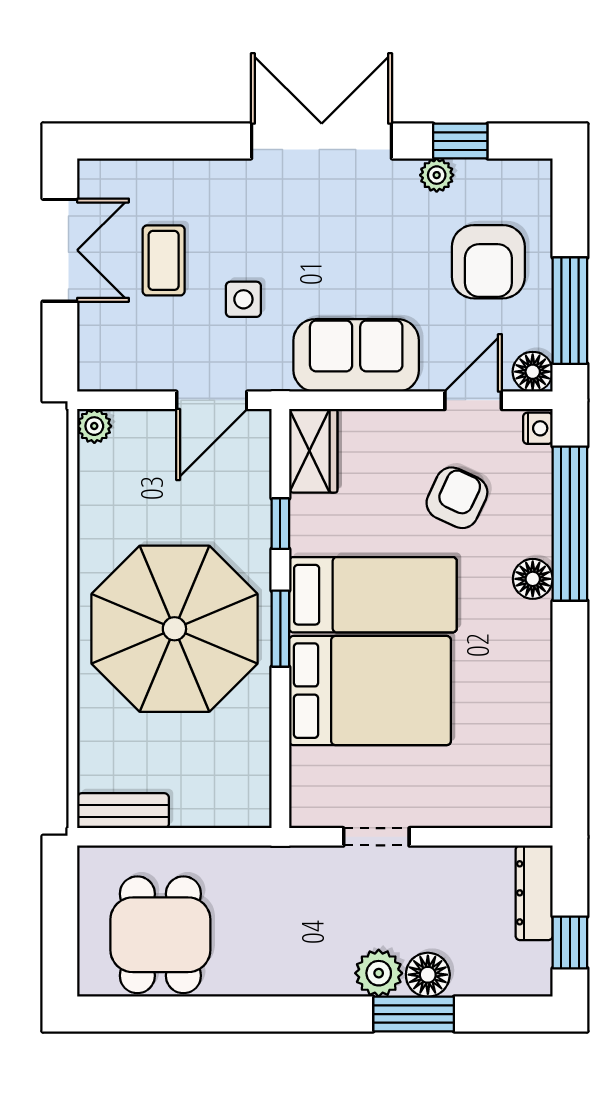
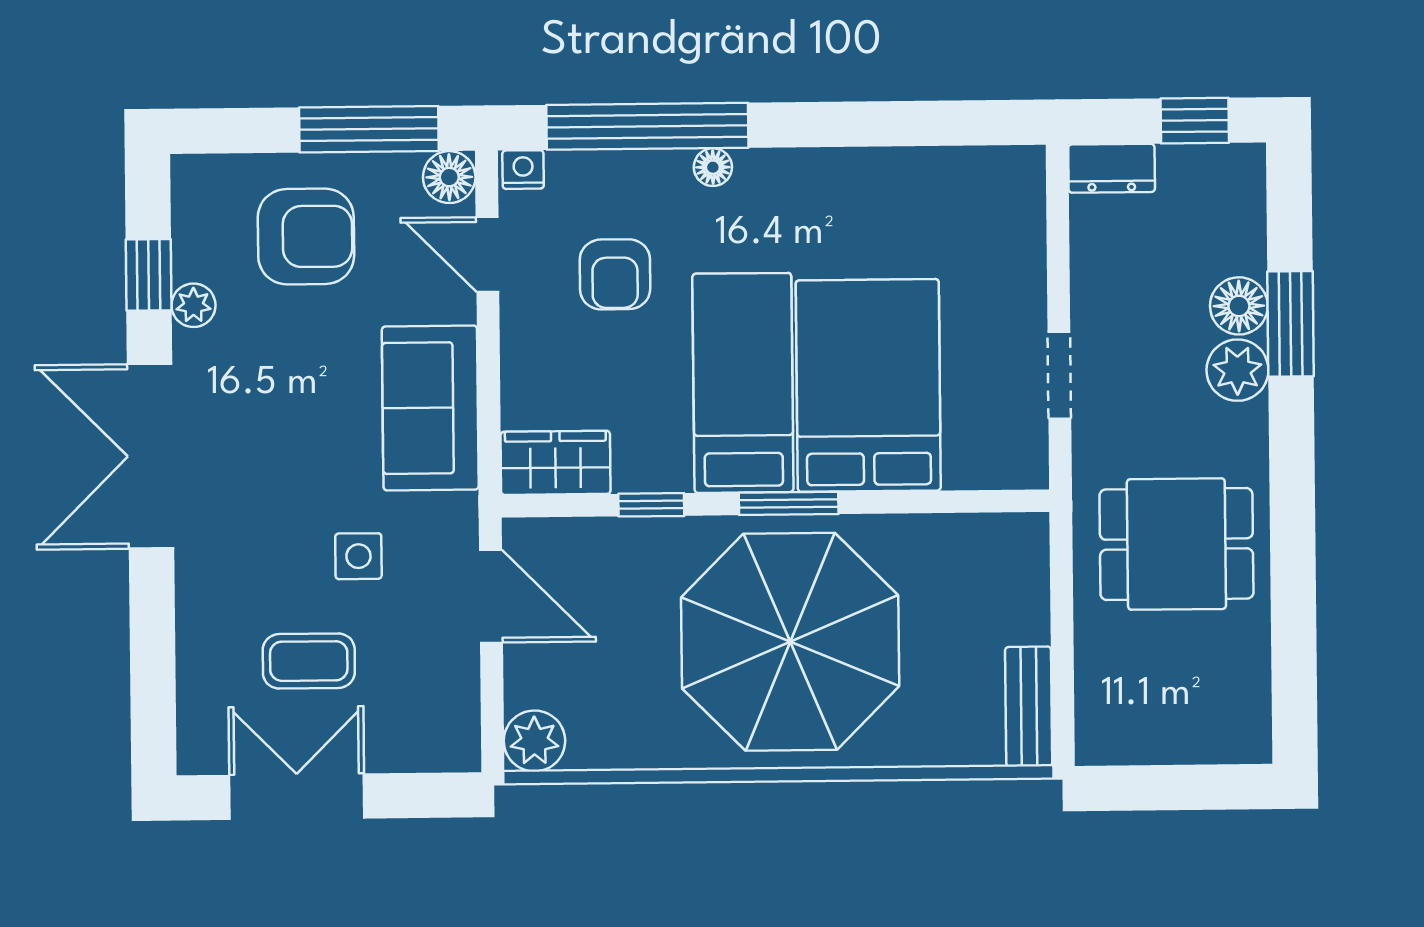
plant: (94, 426) -> (534, 741), width x1.38, depth x1.38
armchair: (457, 498) -> (615, 274), turned -115
floor lamp: (533, 579) -> (713, 167), width x0.73, depth x0.73
dresser: (534, 893) -> (1112, 168), width x0.70
dining table: (160, 935) -> (1176, 544), moved

